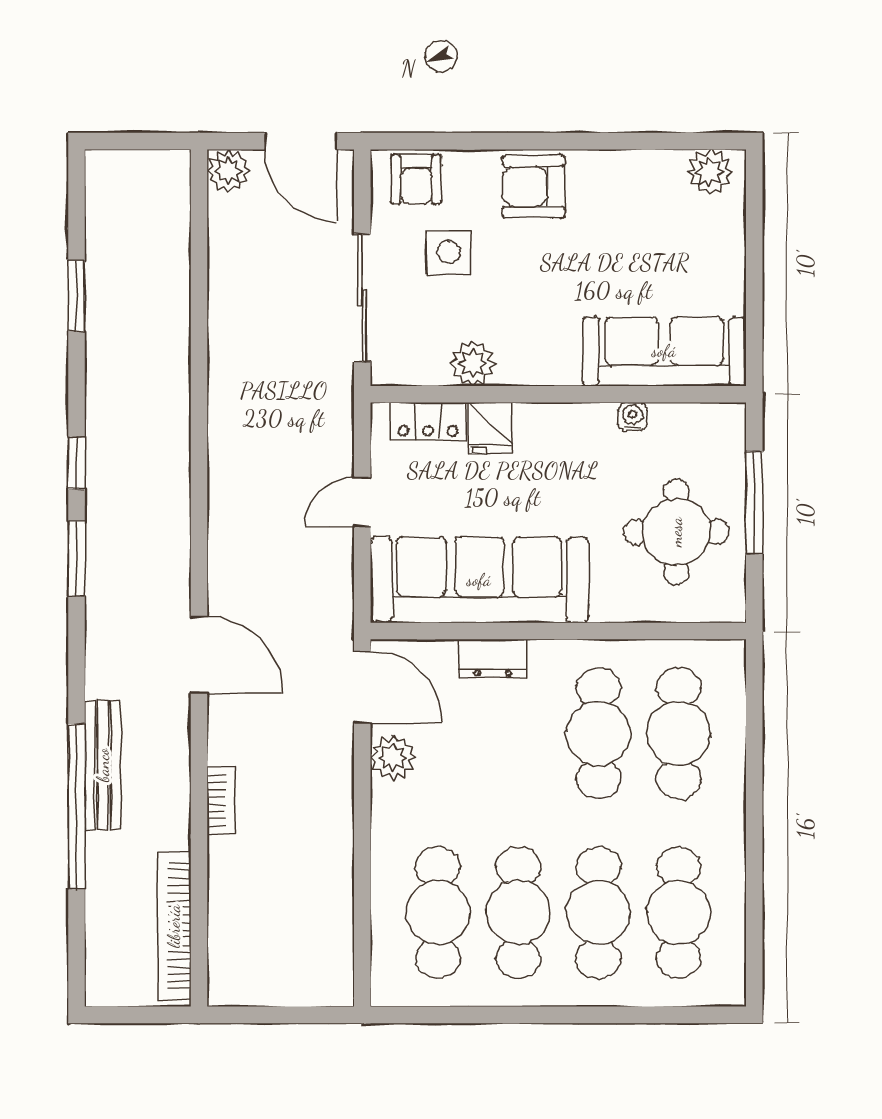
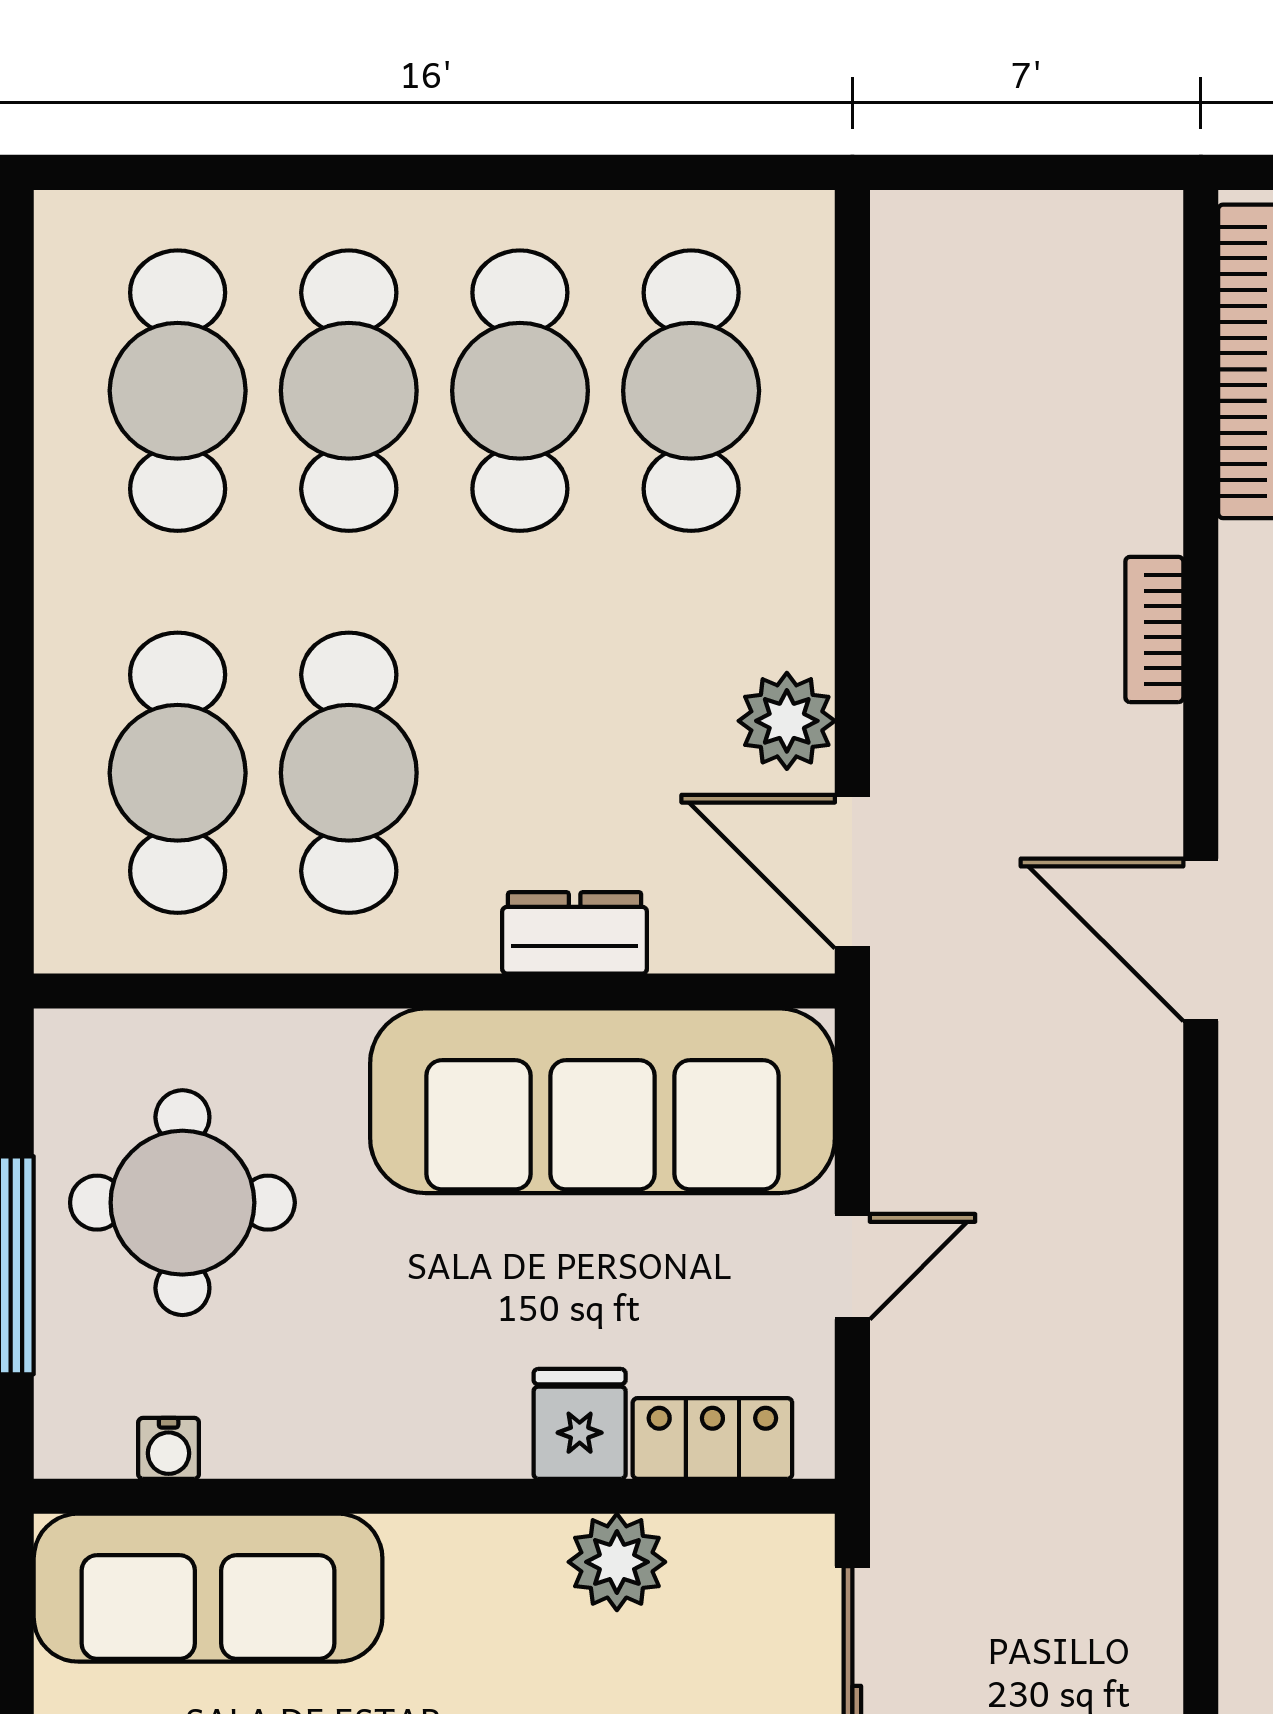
water cooler: (633, 417) -> (169, 1448), moved

